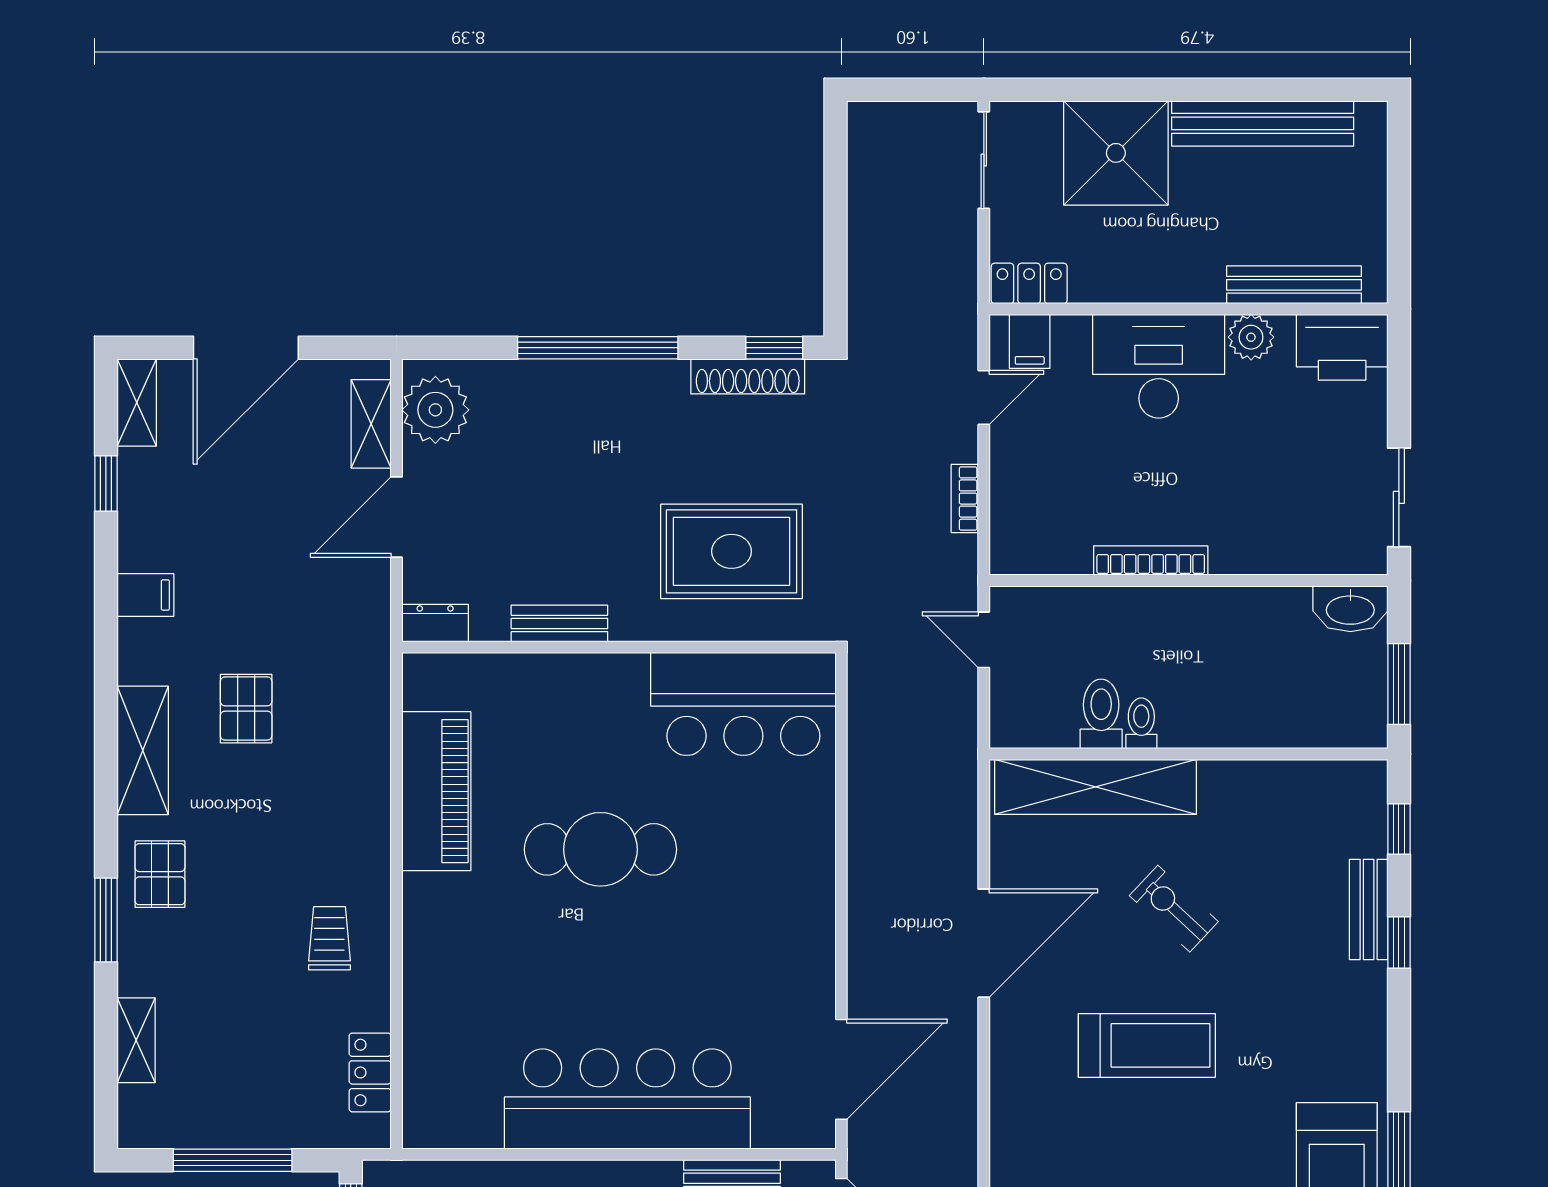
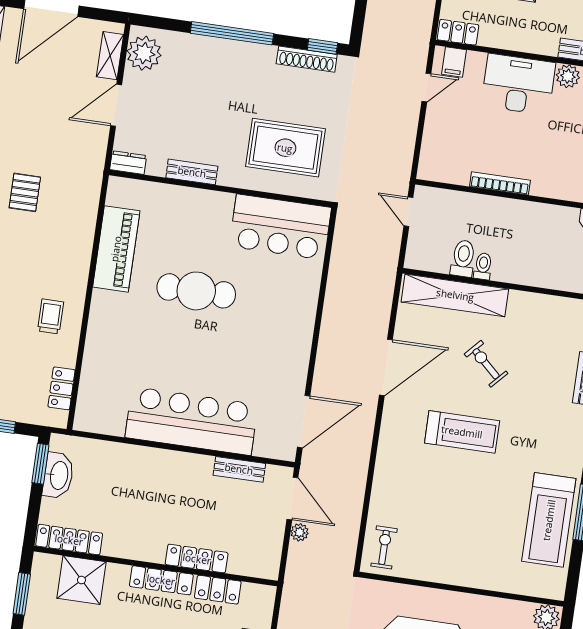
bookcase: (965, 499) -> (409, 138), removed

